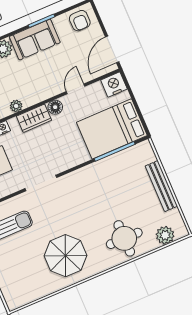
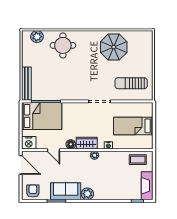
door: (112, 49) -> (21, 165), hinge flipped
door: (76, 89) -> (54, 150), hinge flipped
bench: (161, 186) -> (26, 84), moved
parasol: (65, 256) -> (114, 47), moved

